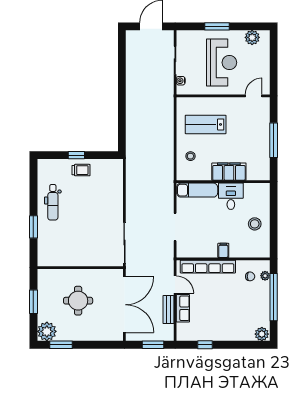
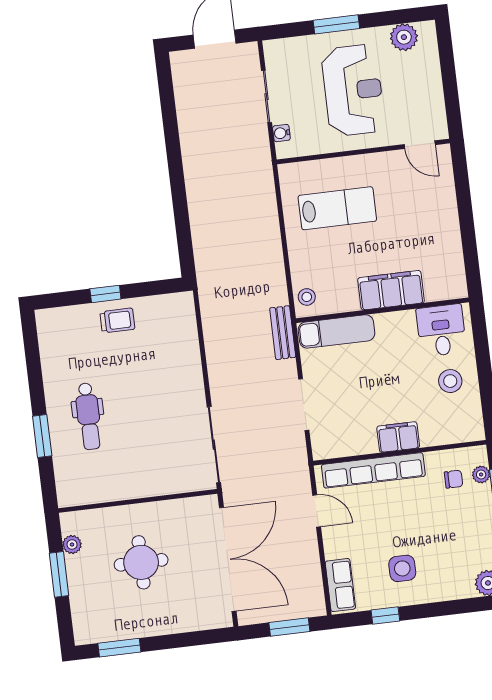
door: (254, 96) -> (420, 145), swing flipped
lab bench: (206, 124) -> (337, 208), turned 180
window: (274, 140) -> (467, 222), removed
stool: (190, 156) -> (307, 297), moved
desk: (231, 196) -> (441, 330), moved
dental chair: (53, 202) -> (88, 416), moved
filing cabinet: (223, 250) -> (398, 437), width x2.00
row of seats: (183, 308) -> (340, 585), moved
bench: (168, 310) -> (283, 333), moved
side table: (217, 321) -> (402, 568), added
plant: (47, 331) -> (72, 545), moved, width x0.53, depth x0.53

